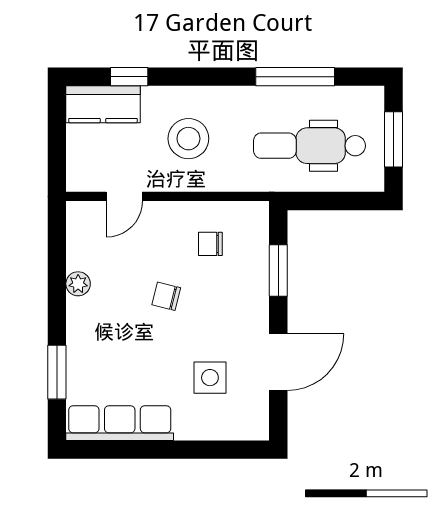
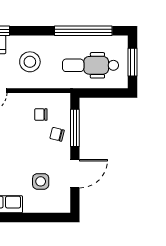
window: (295, 77) -> (83, 31), width x1.46
window: (278, 270) -> (75, 128), width x1.44
chair: (166, 296) -> (57, 134), moved

